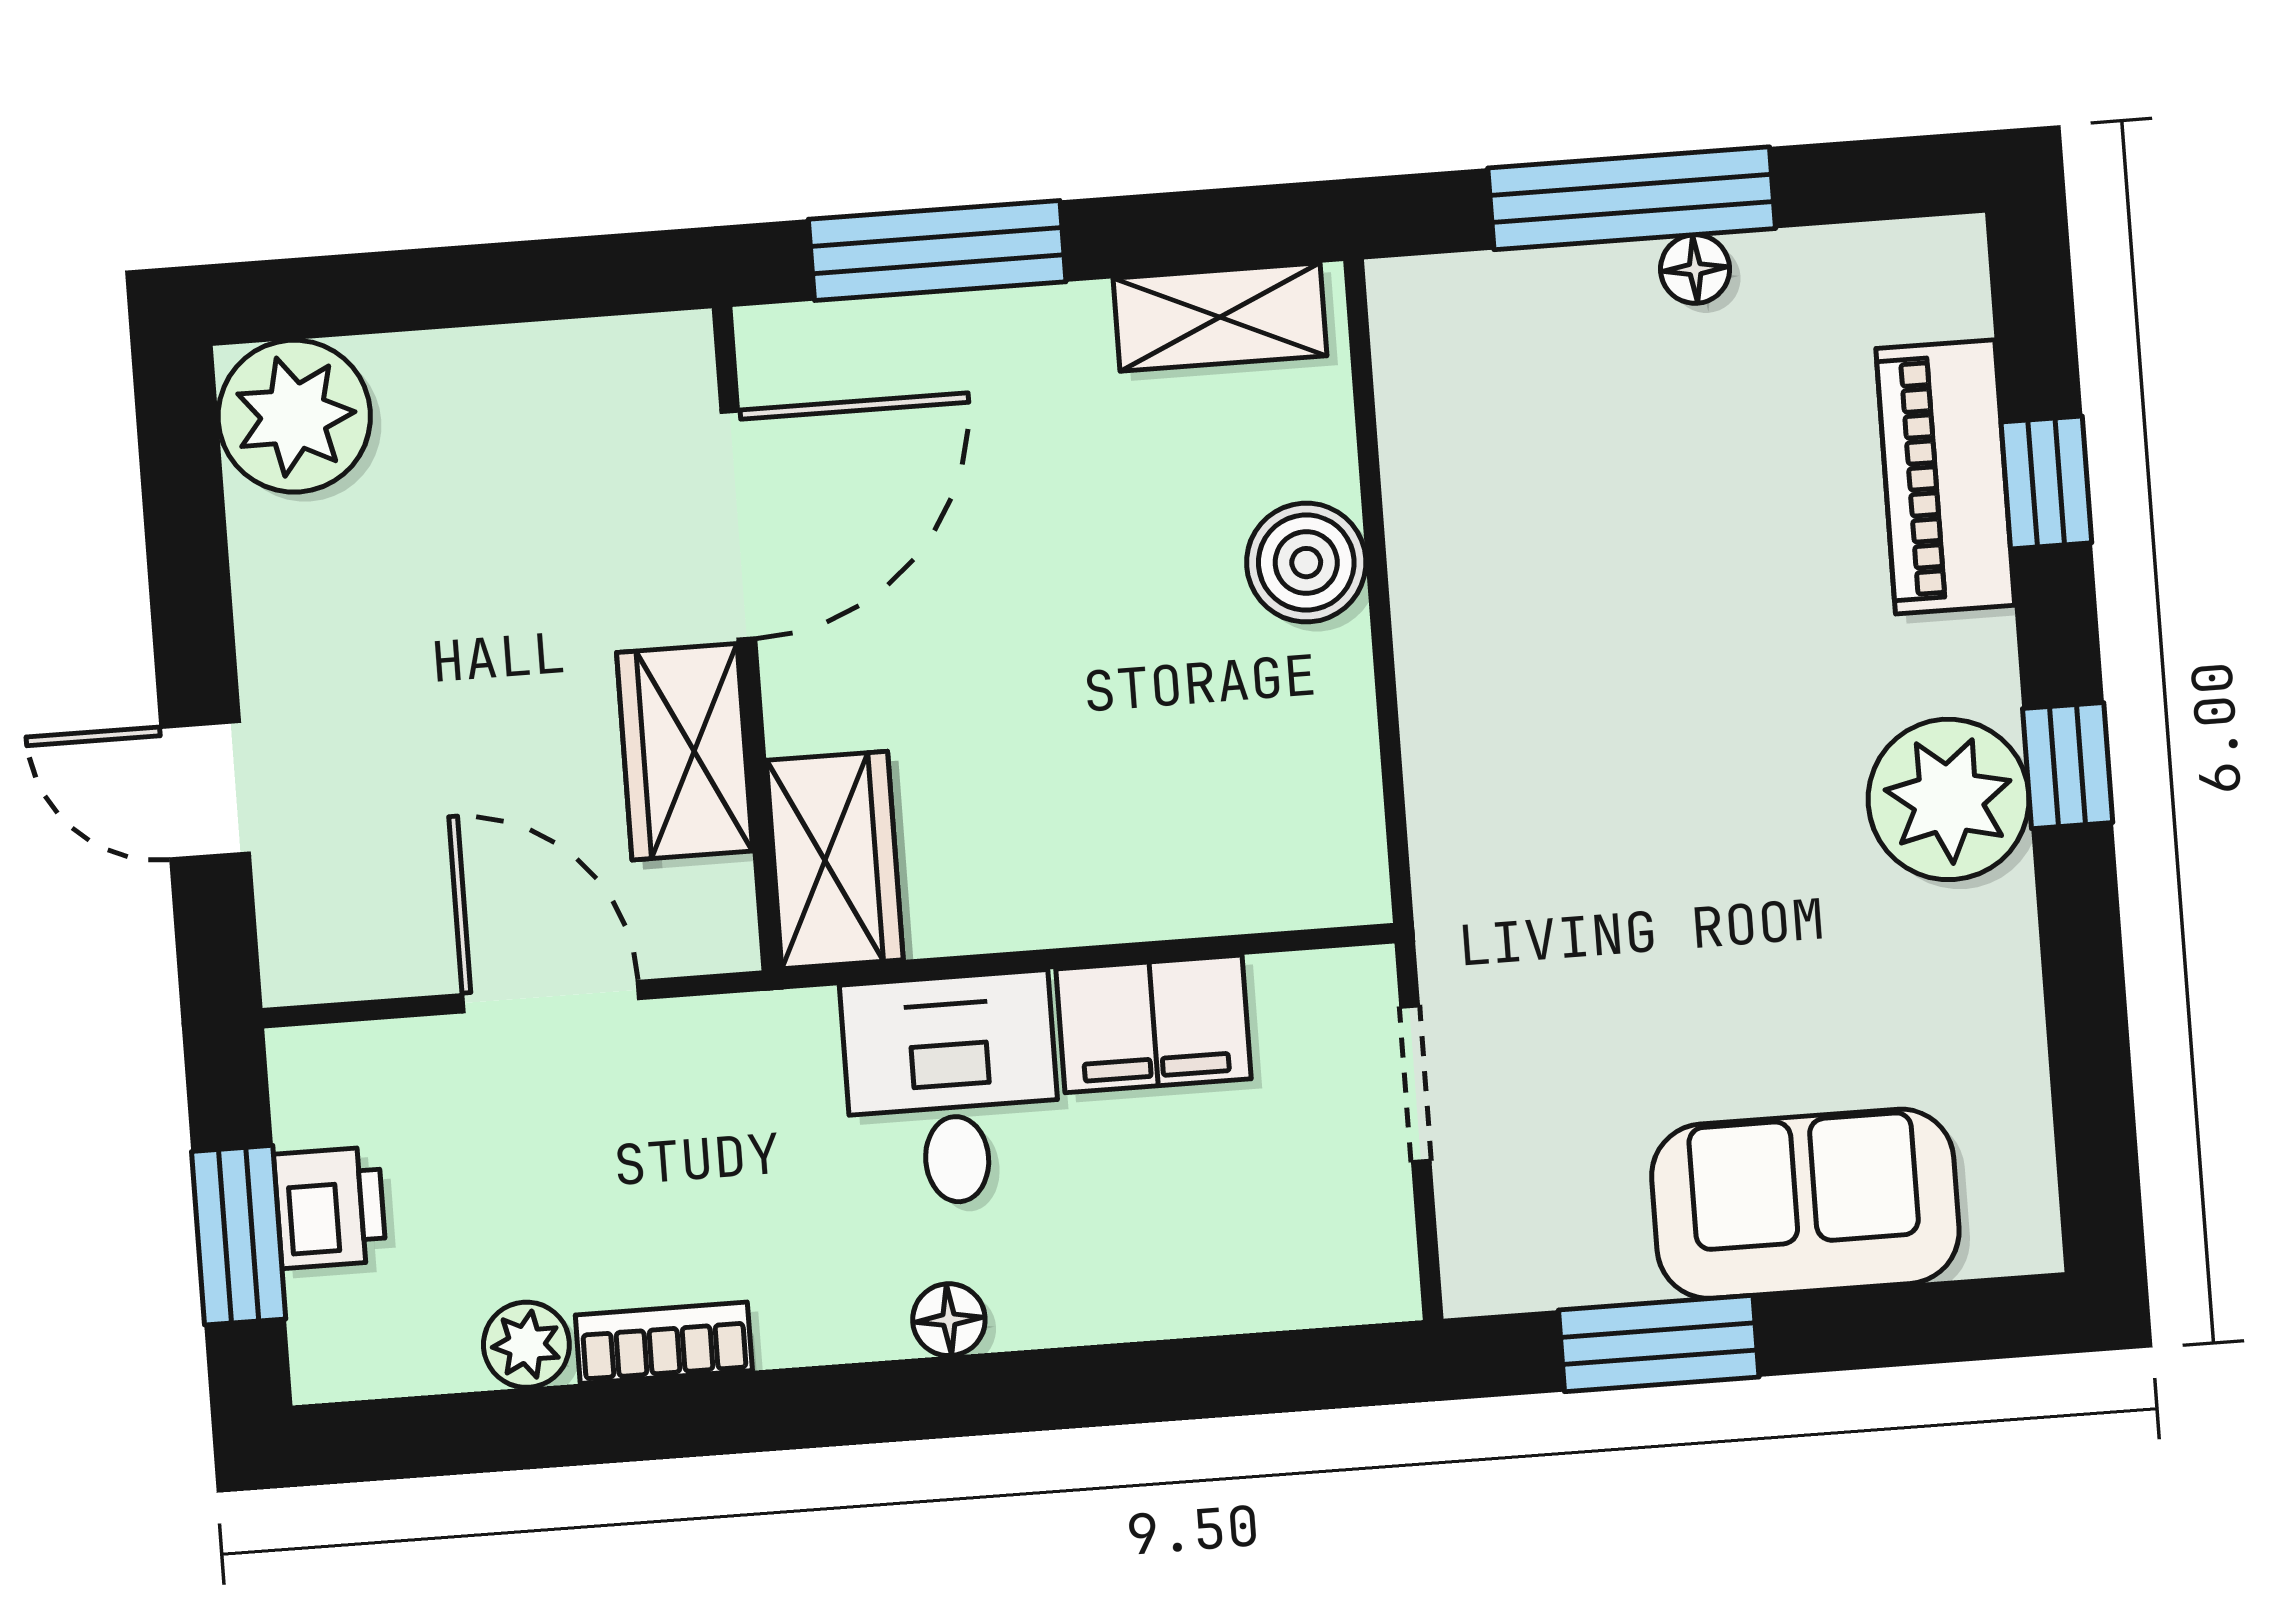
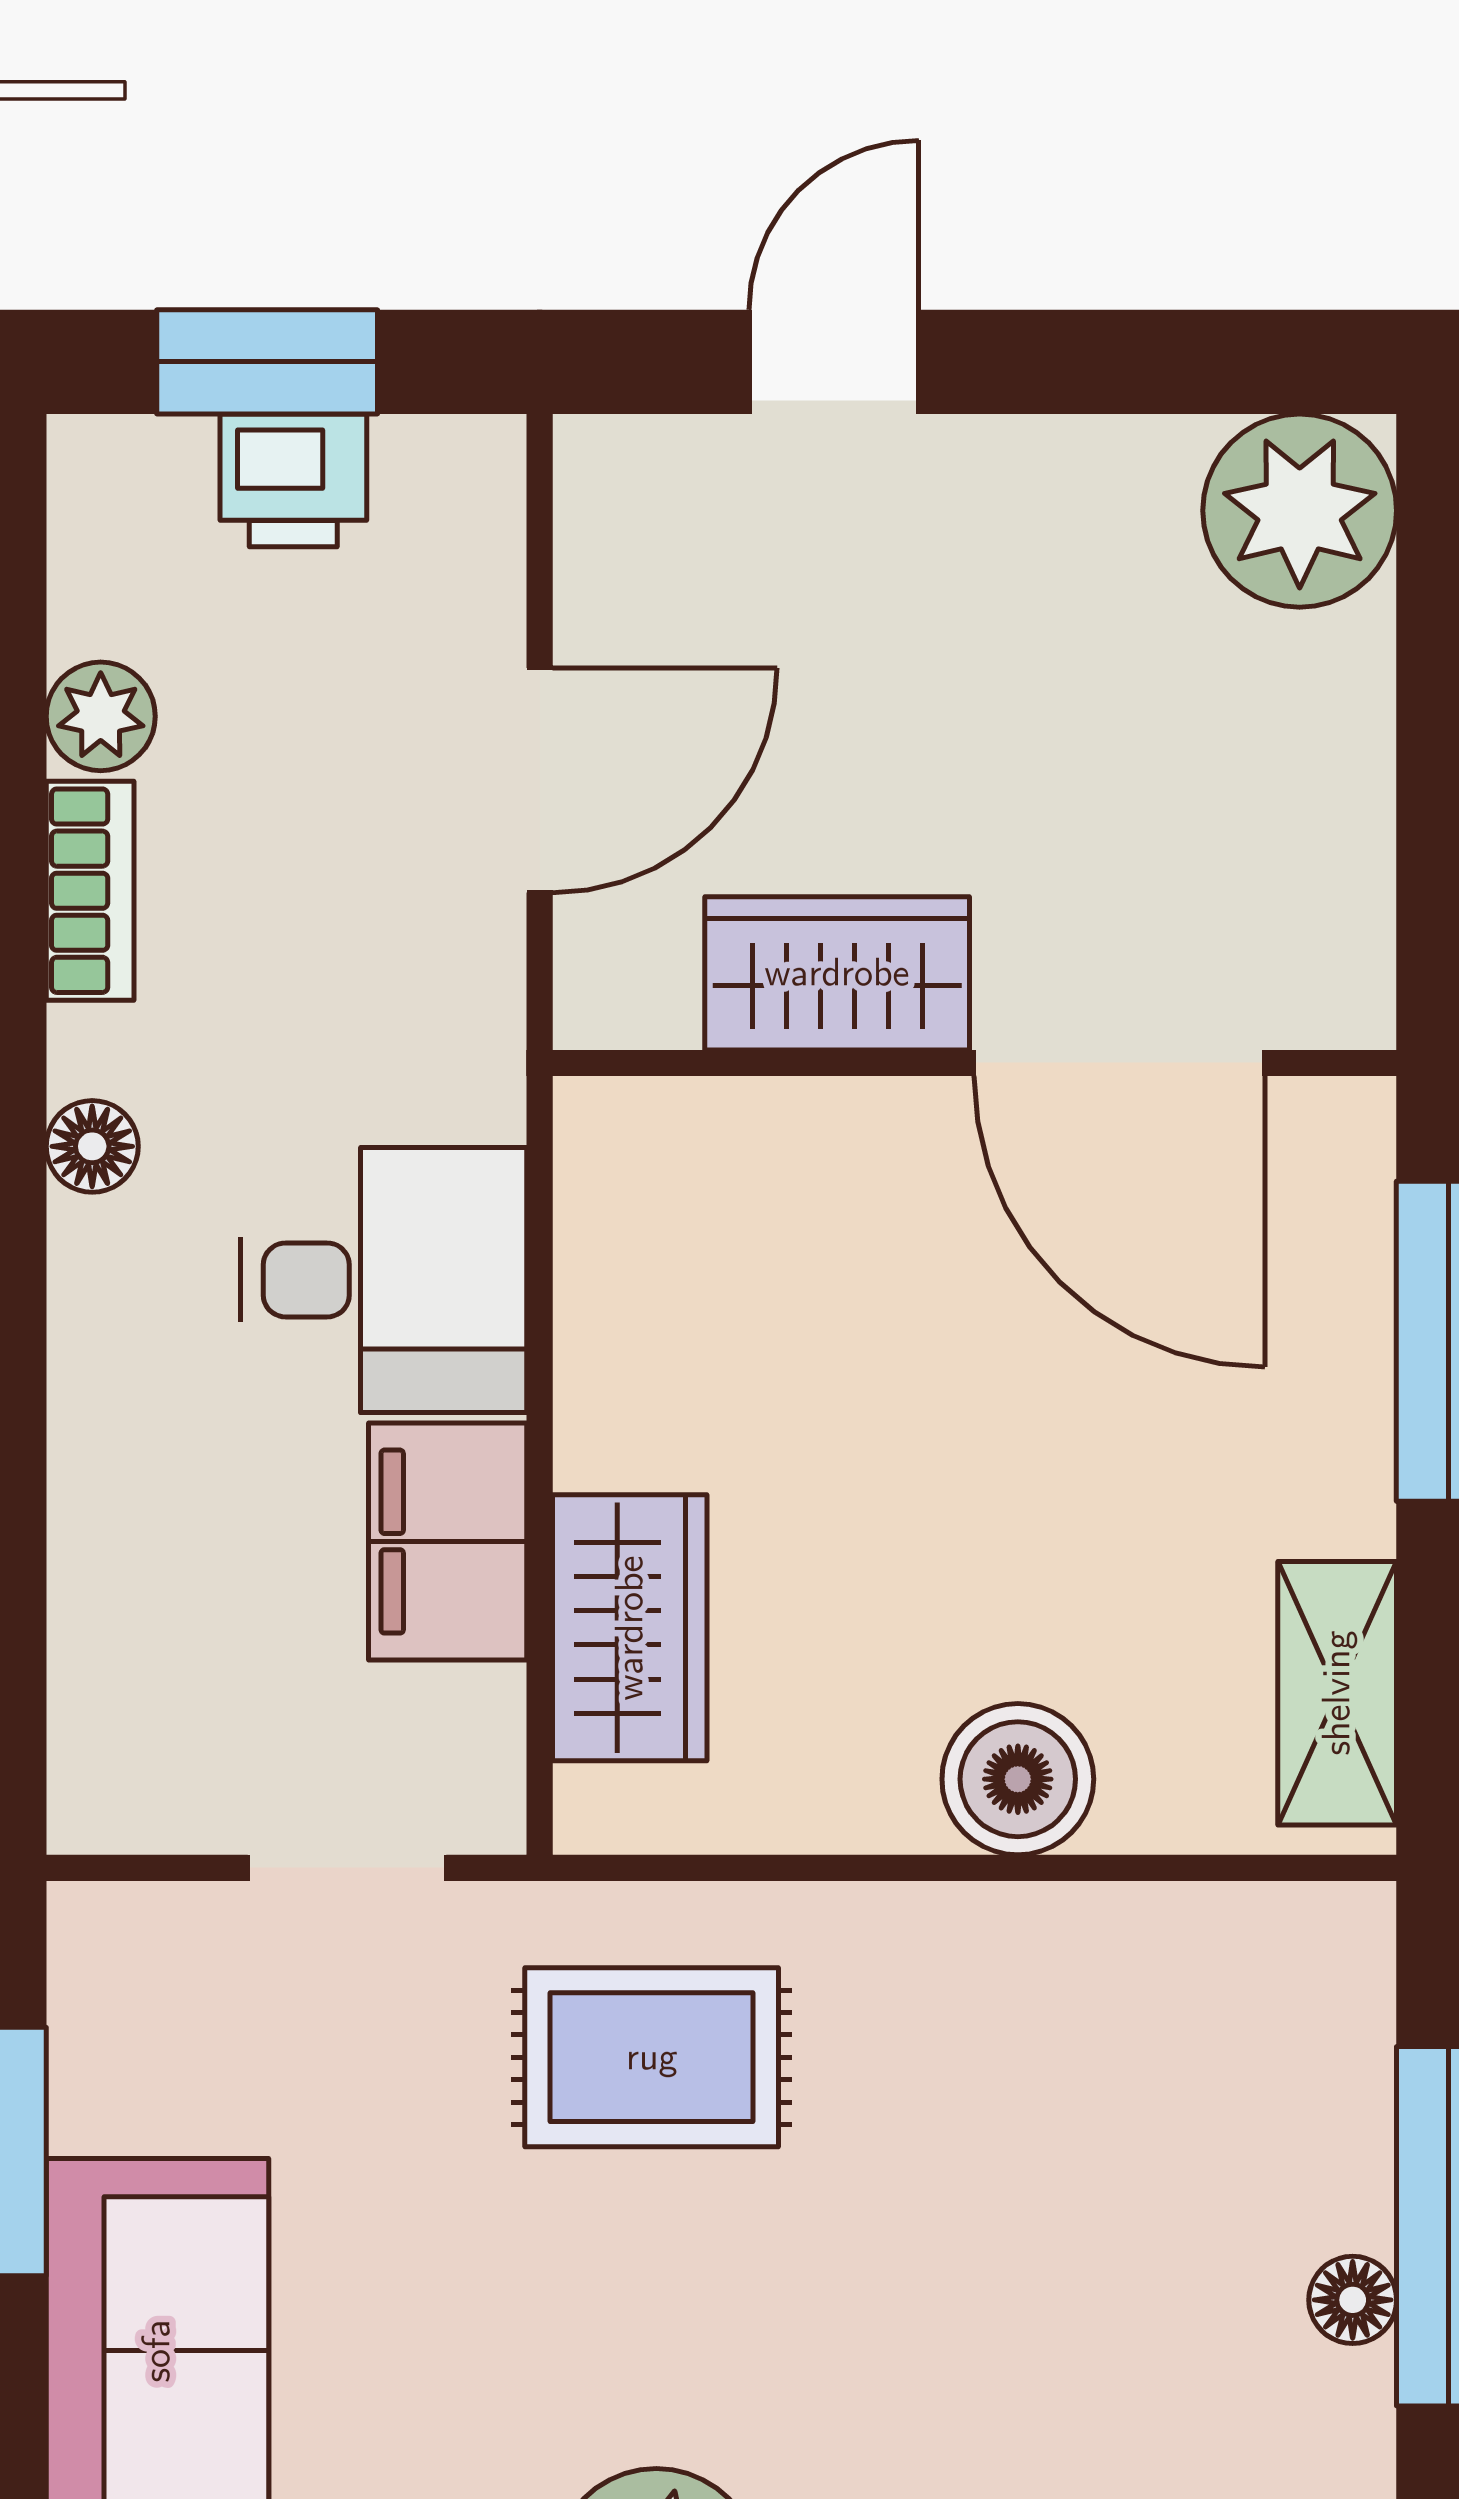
rug: (1546, 833) -> (652, 2057), added
wardrobe: (835, 860) -> (630, 1628), moved, turned -90
floor lamp: (949, 1320) -> (92, 1146), moved

